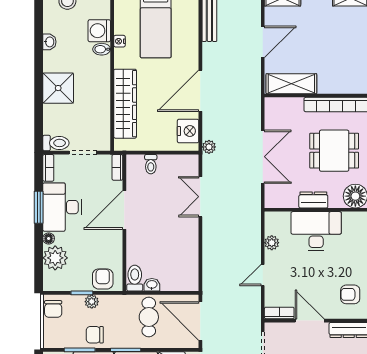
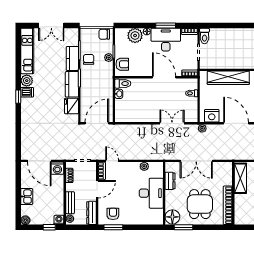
shower: (58, 88) -> (238, 37), removed
dresser: (313, 200) -> (170, 181), moved
door: (263, 275) -> (112, 161), moved
cafe table: (149, 317) -> (99, 92), removed

